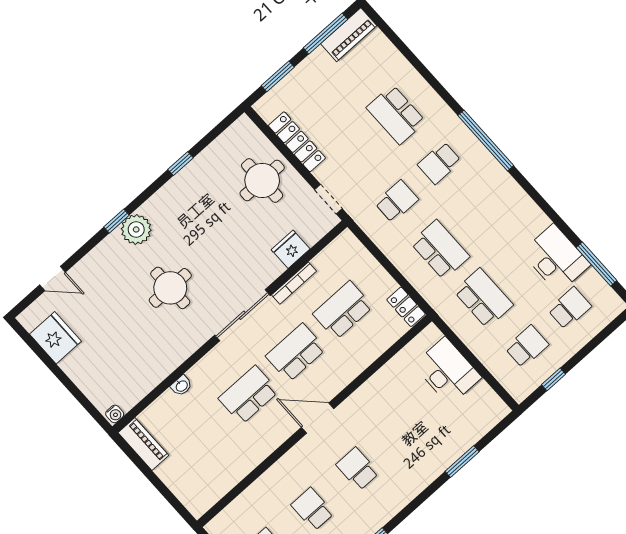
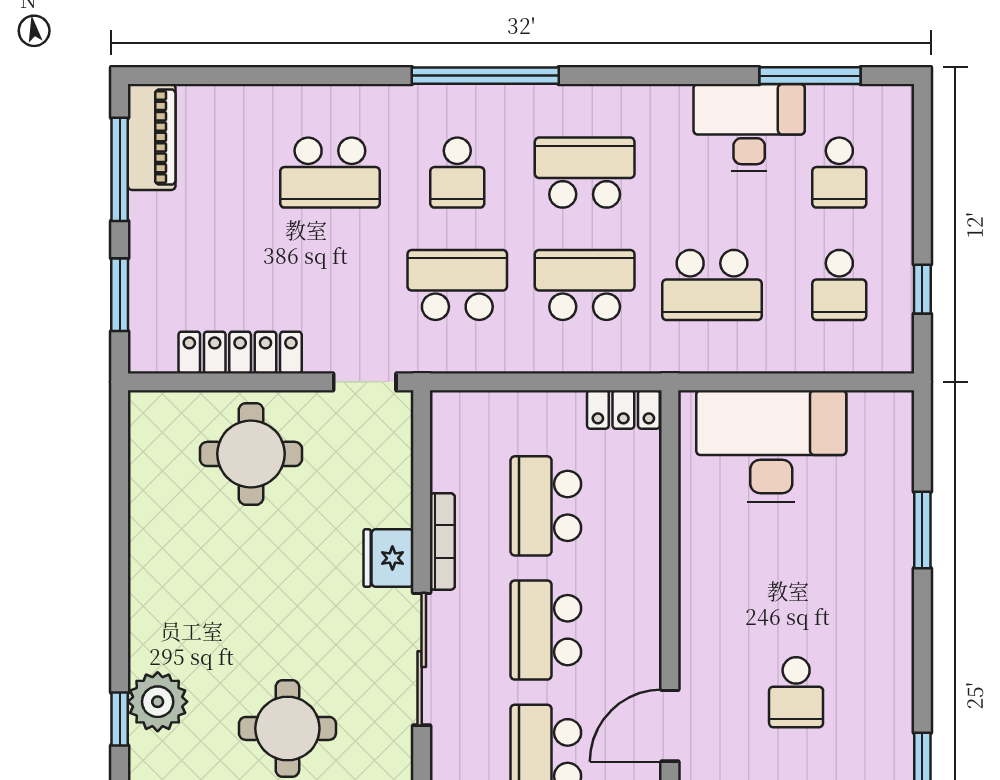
window: (181, 164) -> (120, 551), removed
school desk: (397, 201) -> (457, 285), width x1.85
school desk: (483, 211) -> (585, 173), added
fridge: (291, 249) -> (389, 558), moved
school desk: (484, 298) -> (712, 285), turned 180
school desk: (570, 308) -> (839, 173), turned 180
school desk: (527, 346) -> (839, 285), turned 180
desk: (447, 371) -> (771, 446), width x1.36, depth x1.30
door: (318, 418) -> (670, 726), moved
school desk: (357, 469) -> (796, 692), turned -90

